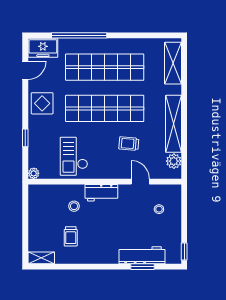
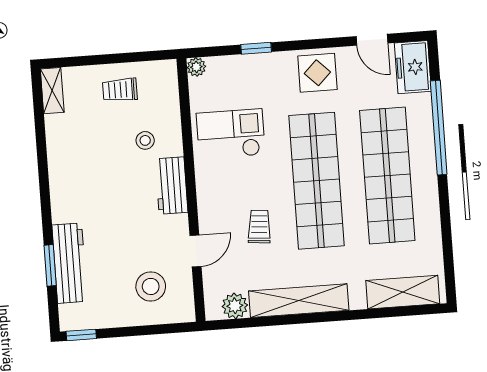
stool: (159, 209) -> (151, 286), width x1.89, depth x1.89
trolley: (71, 236) -> (120, 90), moved

